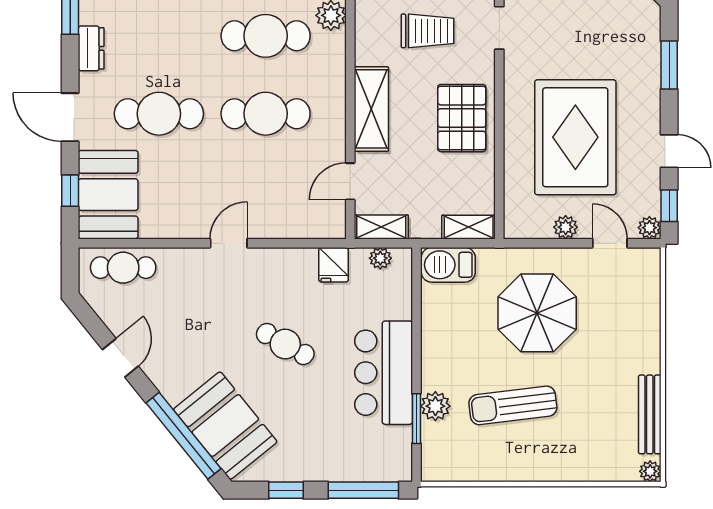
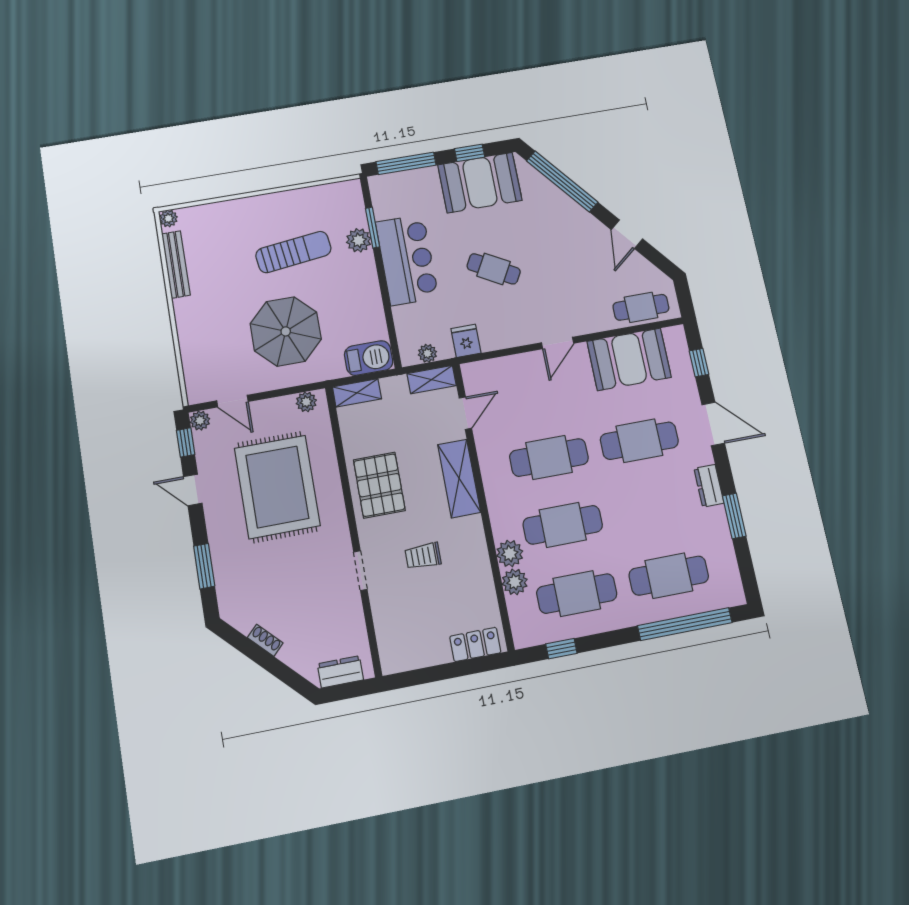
trolley: (427, 31) -> (423, 556), width x0.73, depth x0.72
booth: (108, 195) -> (629, 359), moved, turned 90
plant: (566, 227) -> (306, 402), moved
booth: (225, 426) -> (480, 183), moved, turned -51

